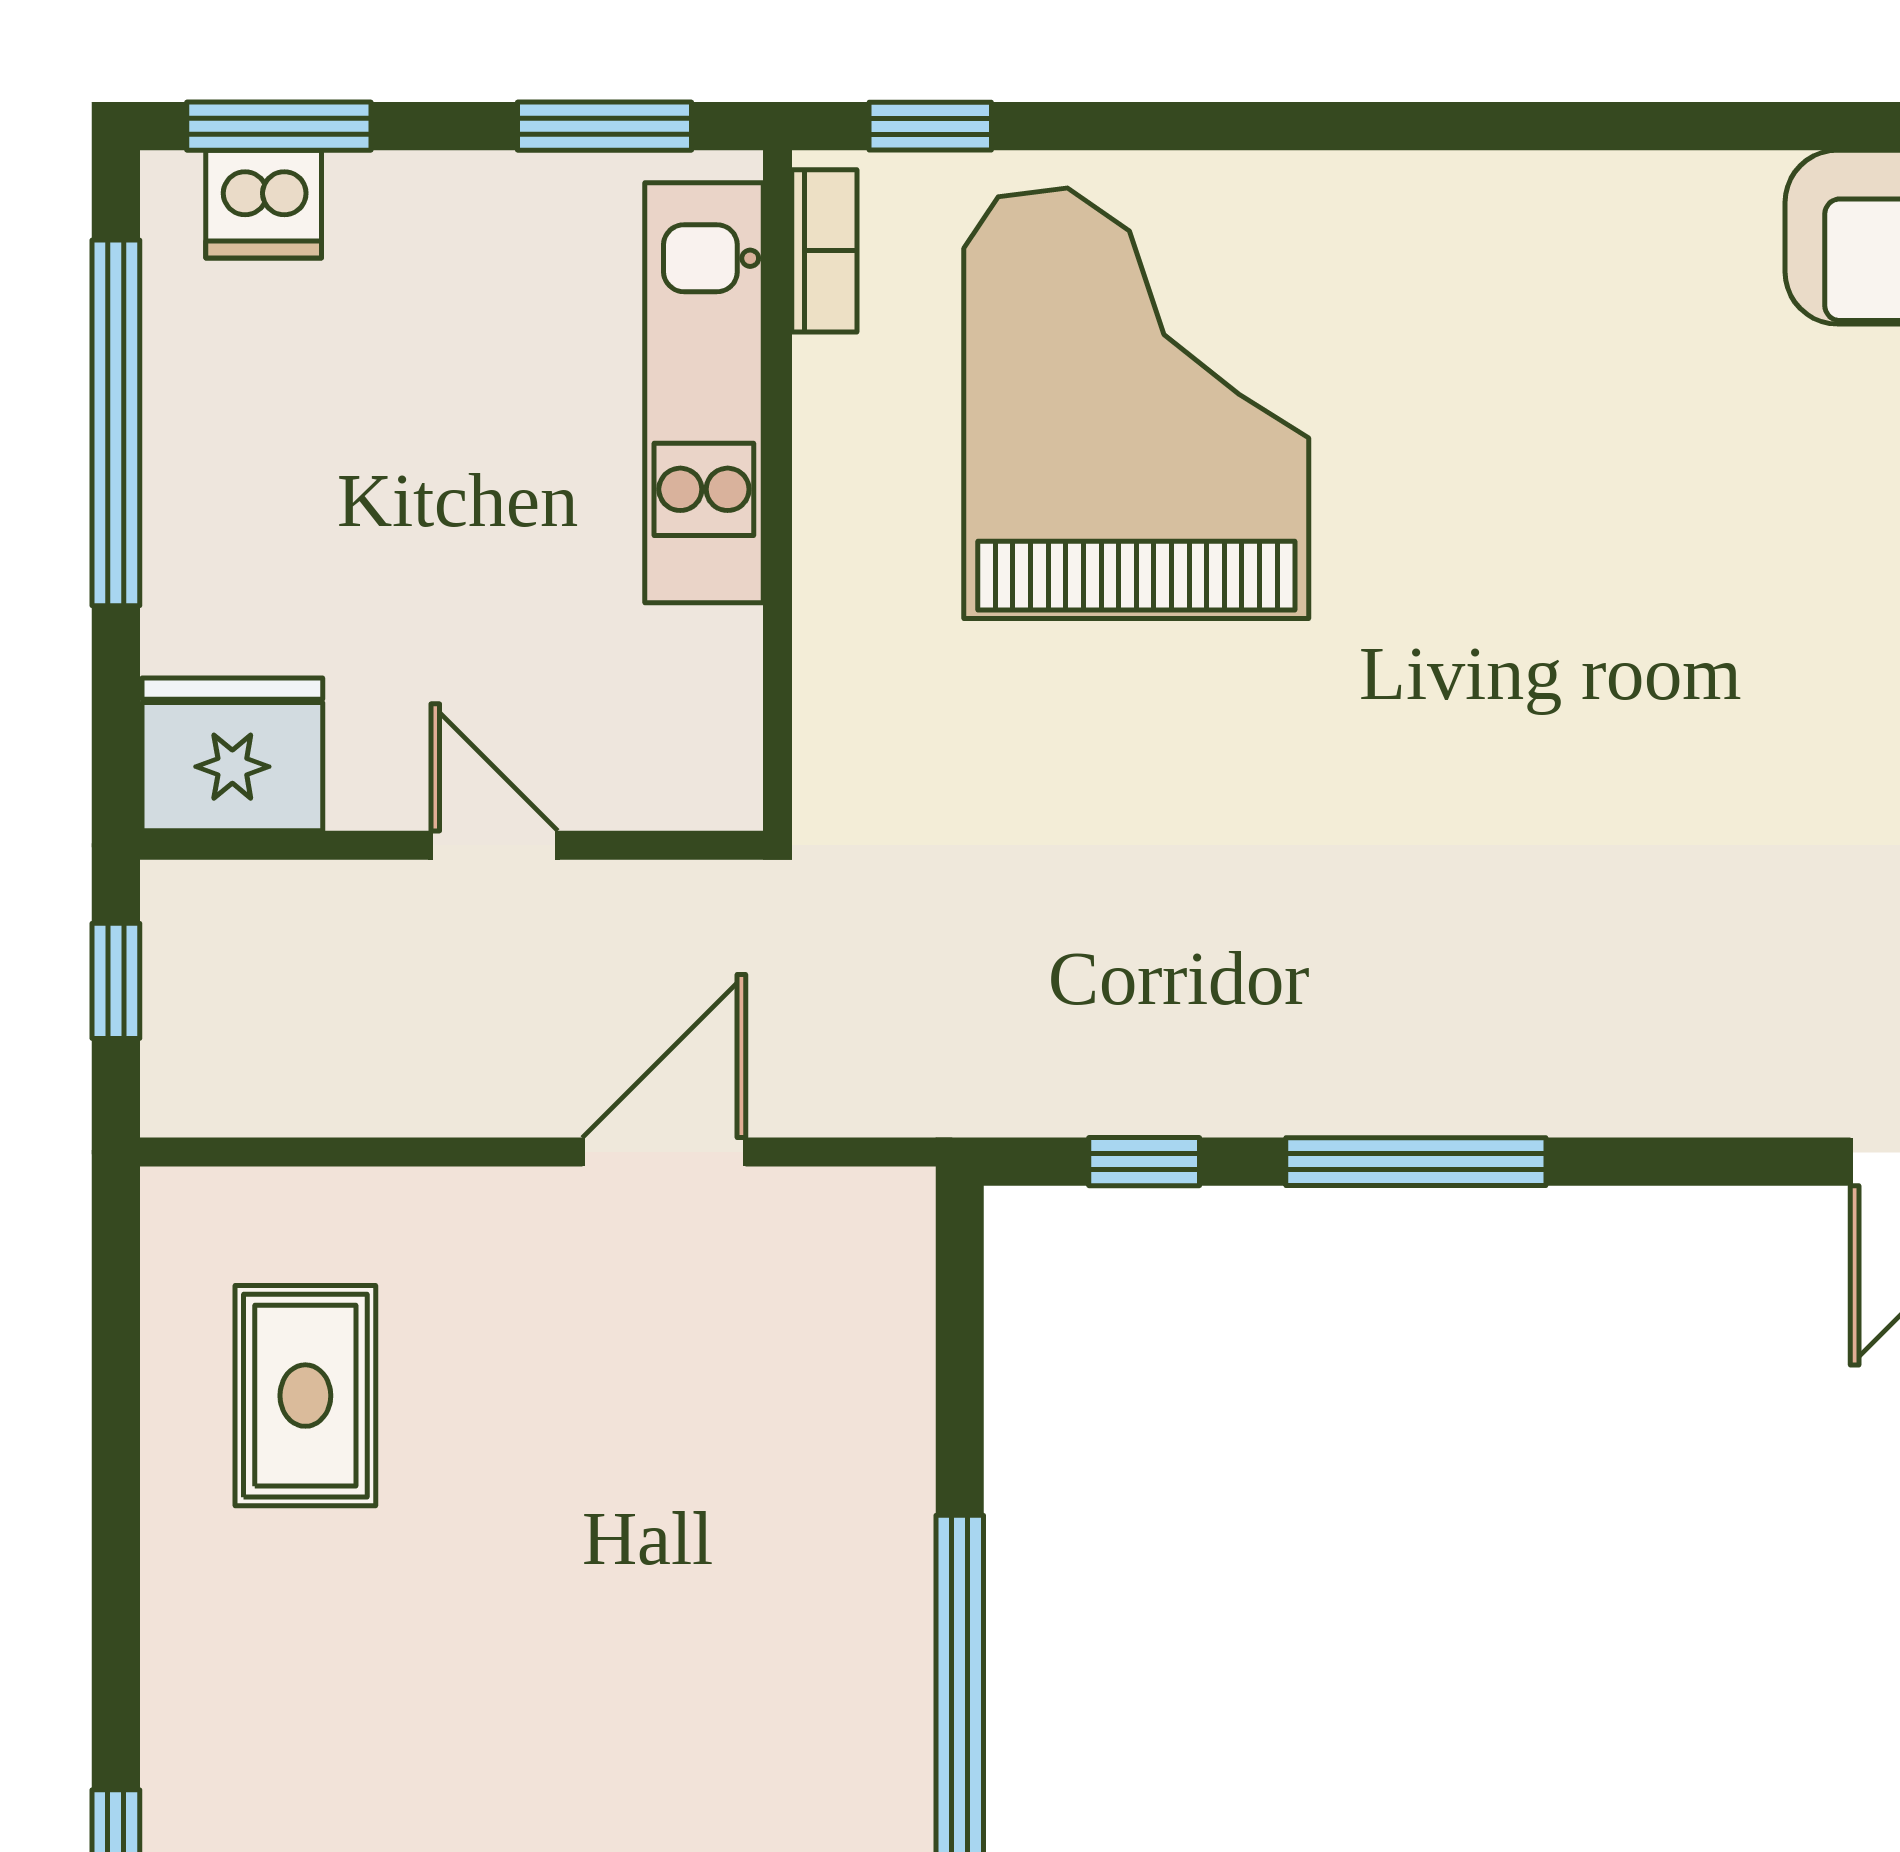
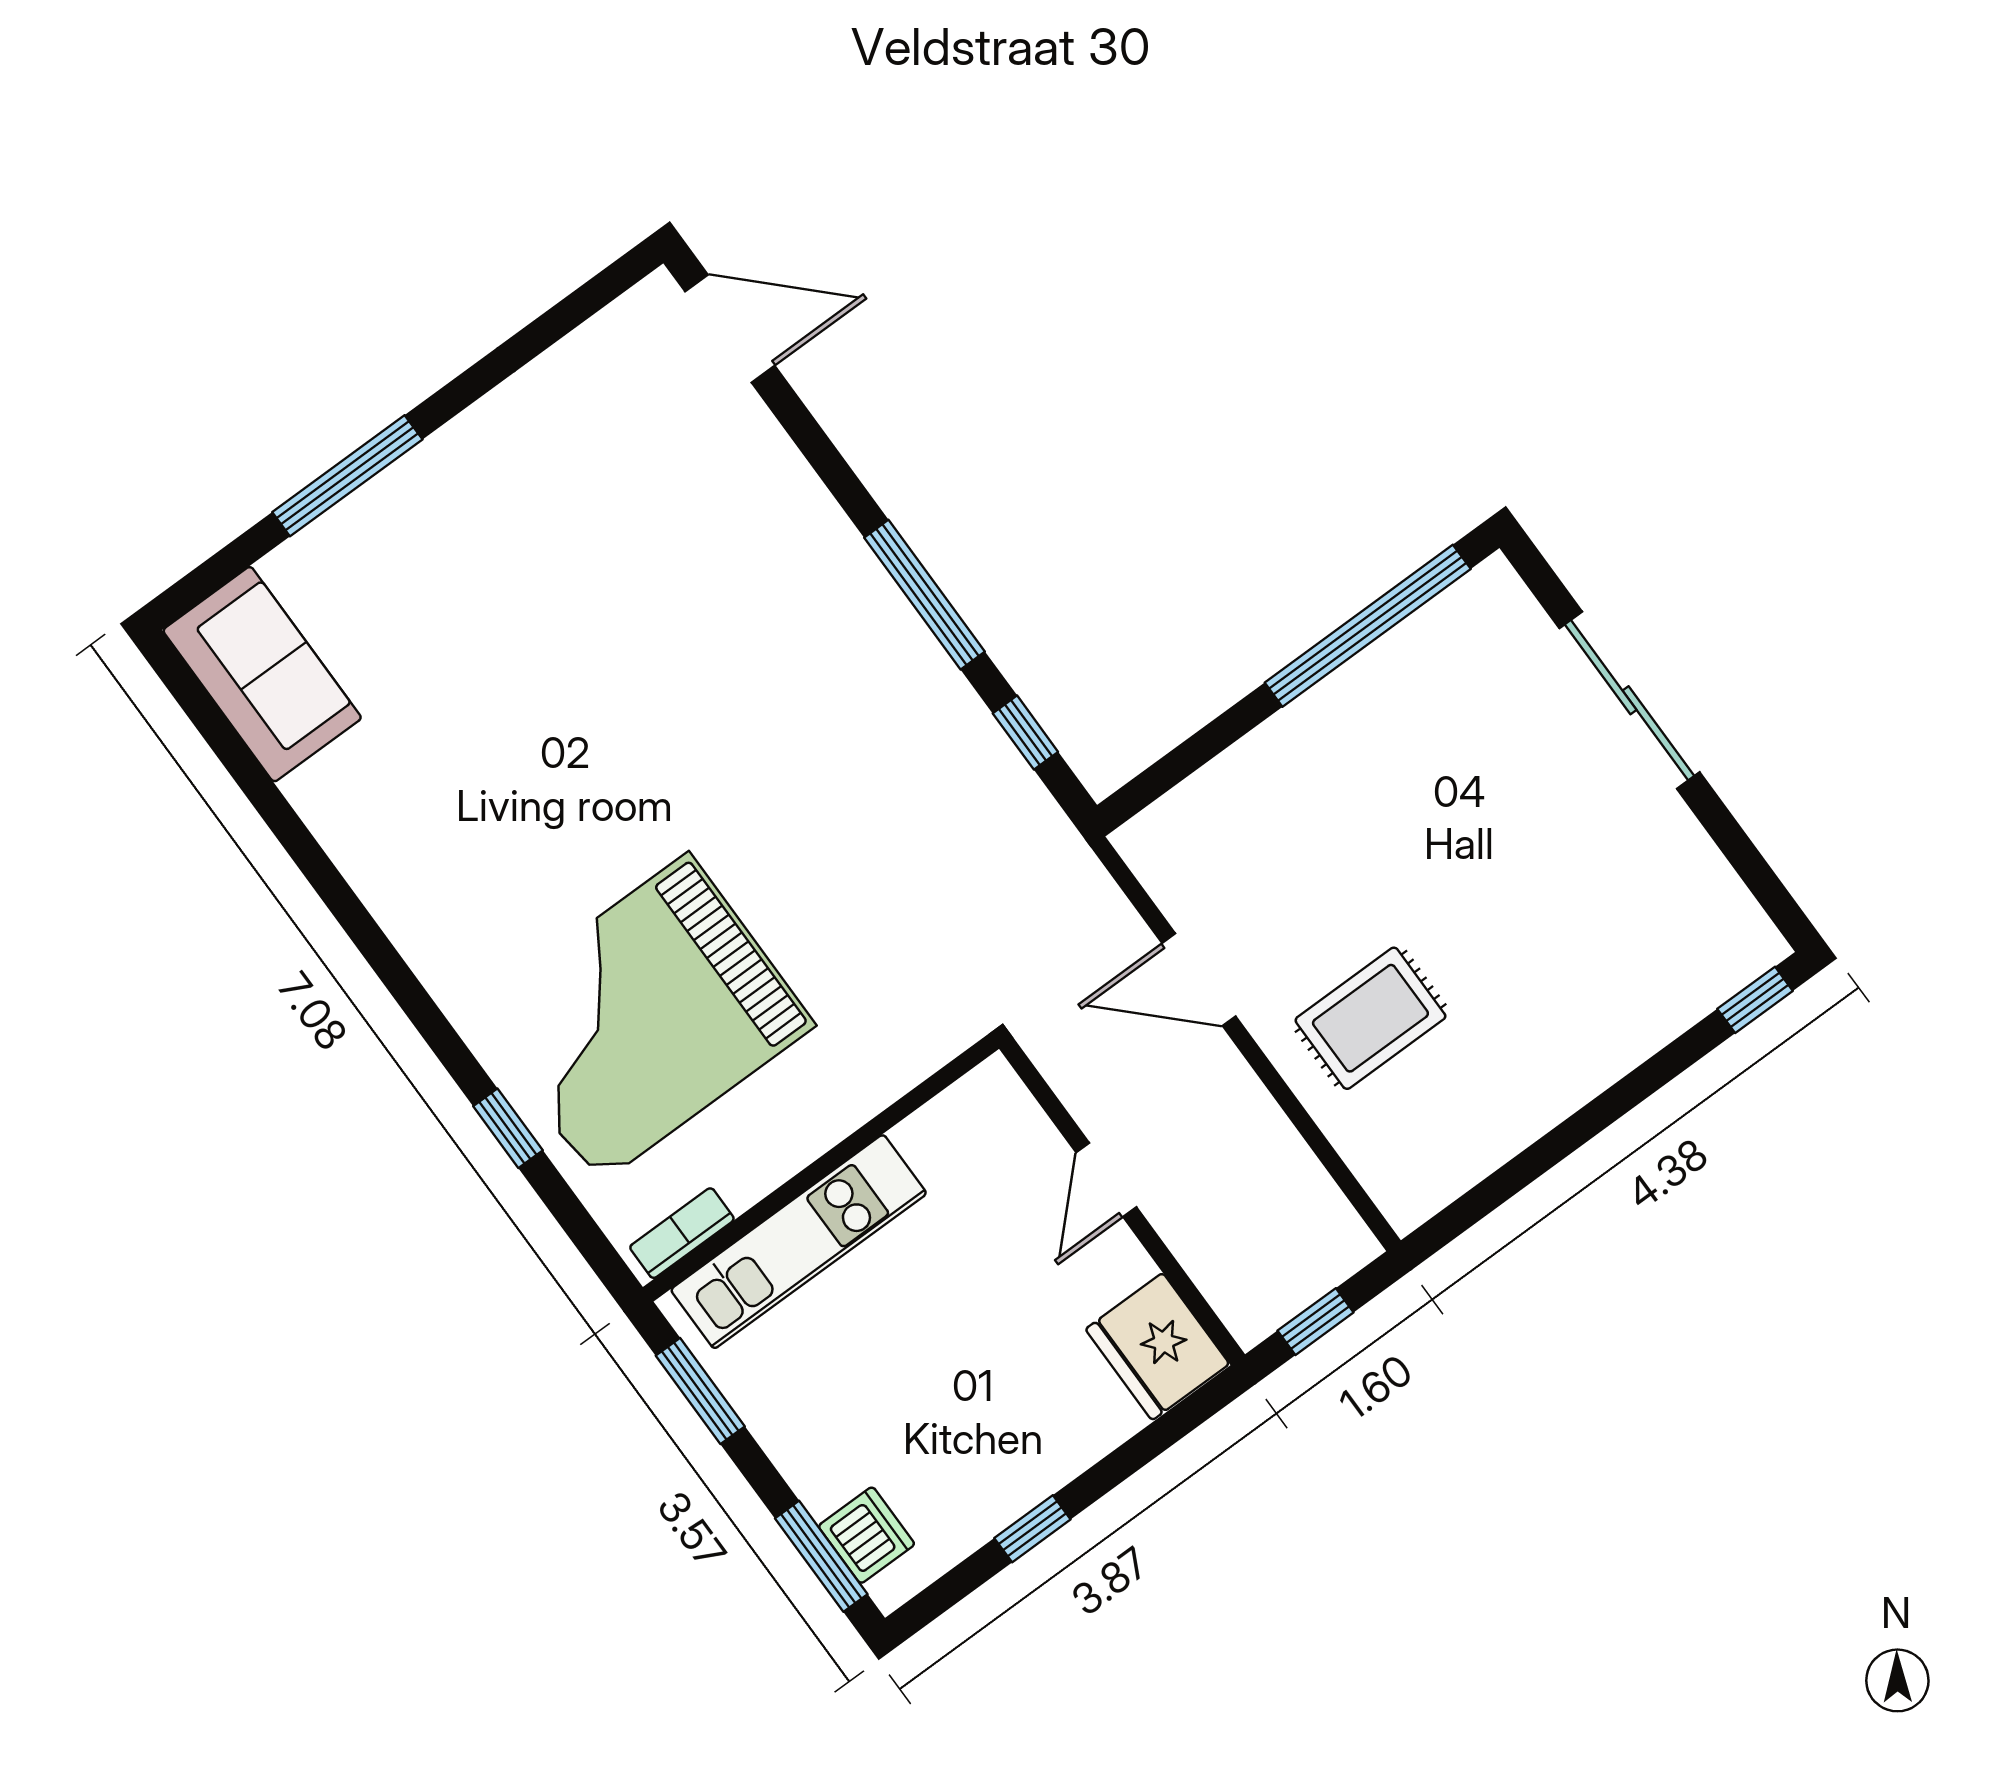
window: (930, 126) -> (508, 1128), moved
window: (116, 423) -> (1032, 1529), width x0.32
rug: (305, 1396) -> (1370, 1018), moved

